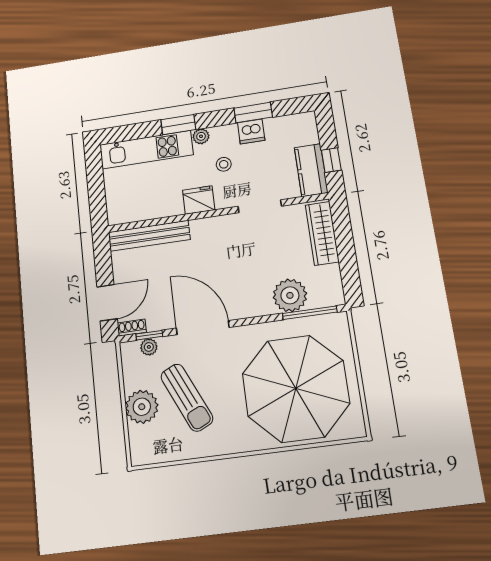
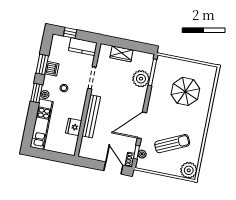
window: (178, 125) -> (36, 93), moved
window: (331, 160) -> (70, 33), moved
fridge: (199, 200) -> (74, 127), moved
wardrobe: (322, 233) -> (122, 54), width x0.67
bench: (149, 236) -> (91, 116), moved
parasol: (296, 389) -> (185, 91), width x0.54, depth x0.54
plant: (142, 407) -> (189, 170), moved

